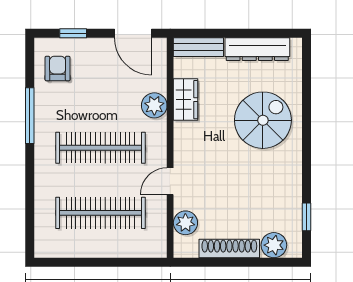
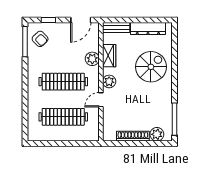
door: (133, 33) -> (81, 20), hinge flipped
armchair: (58, 69) -> (40, 39), turned 136
window: (30, 116) -> (25, 42), moved
window: (306, 217) -> (174, 119), width x2.17
plant: (185, 223) -> (109, 81), moved

